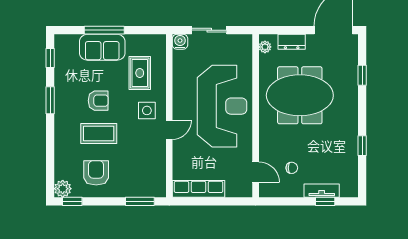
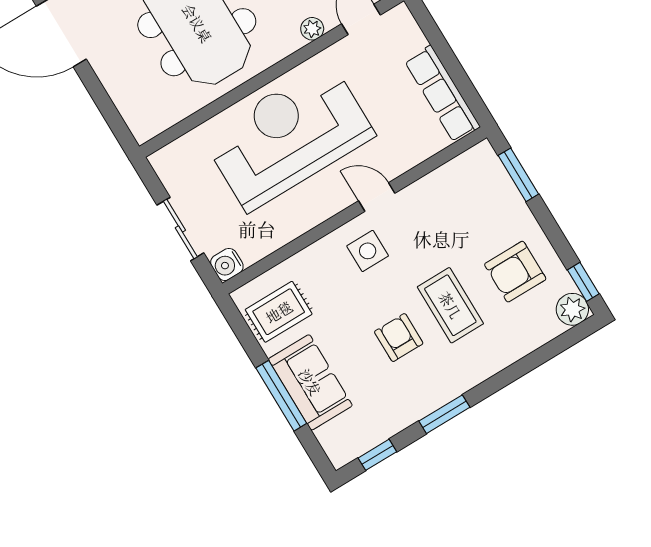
dresser: (292, 42) -> (120, 88), removed
plant: (265, 47) -> (312, 29), moved
rug: (140, 73) -> (279, 312), moved

